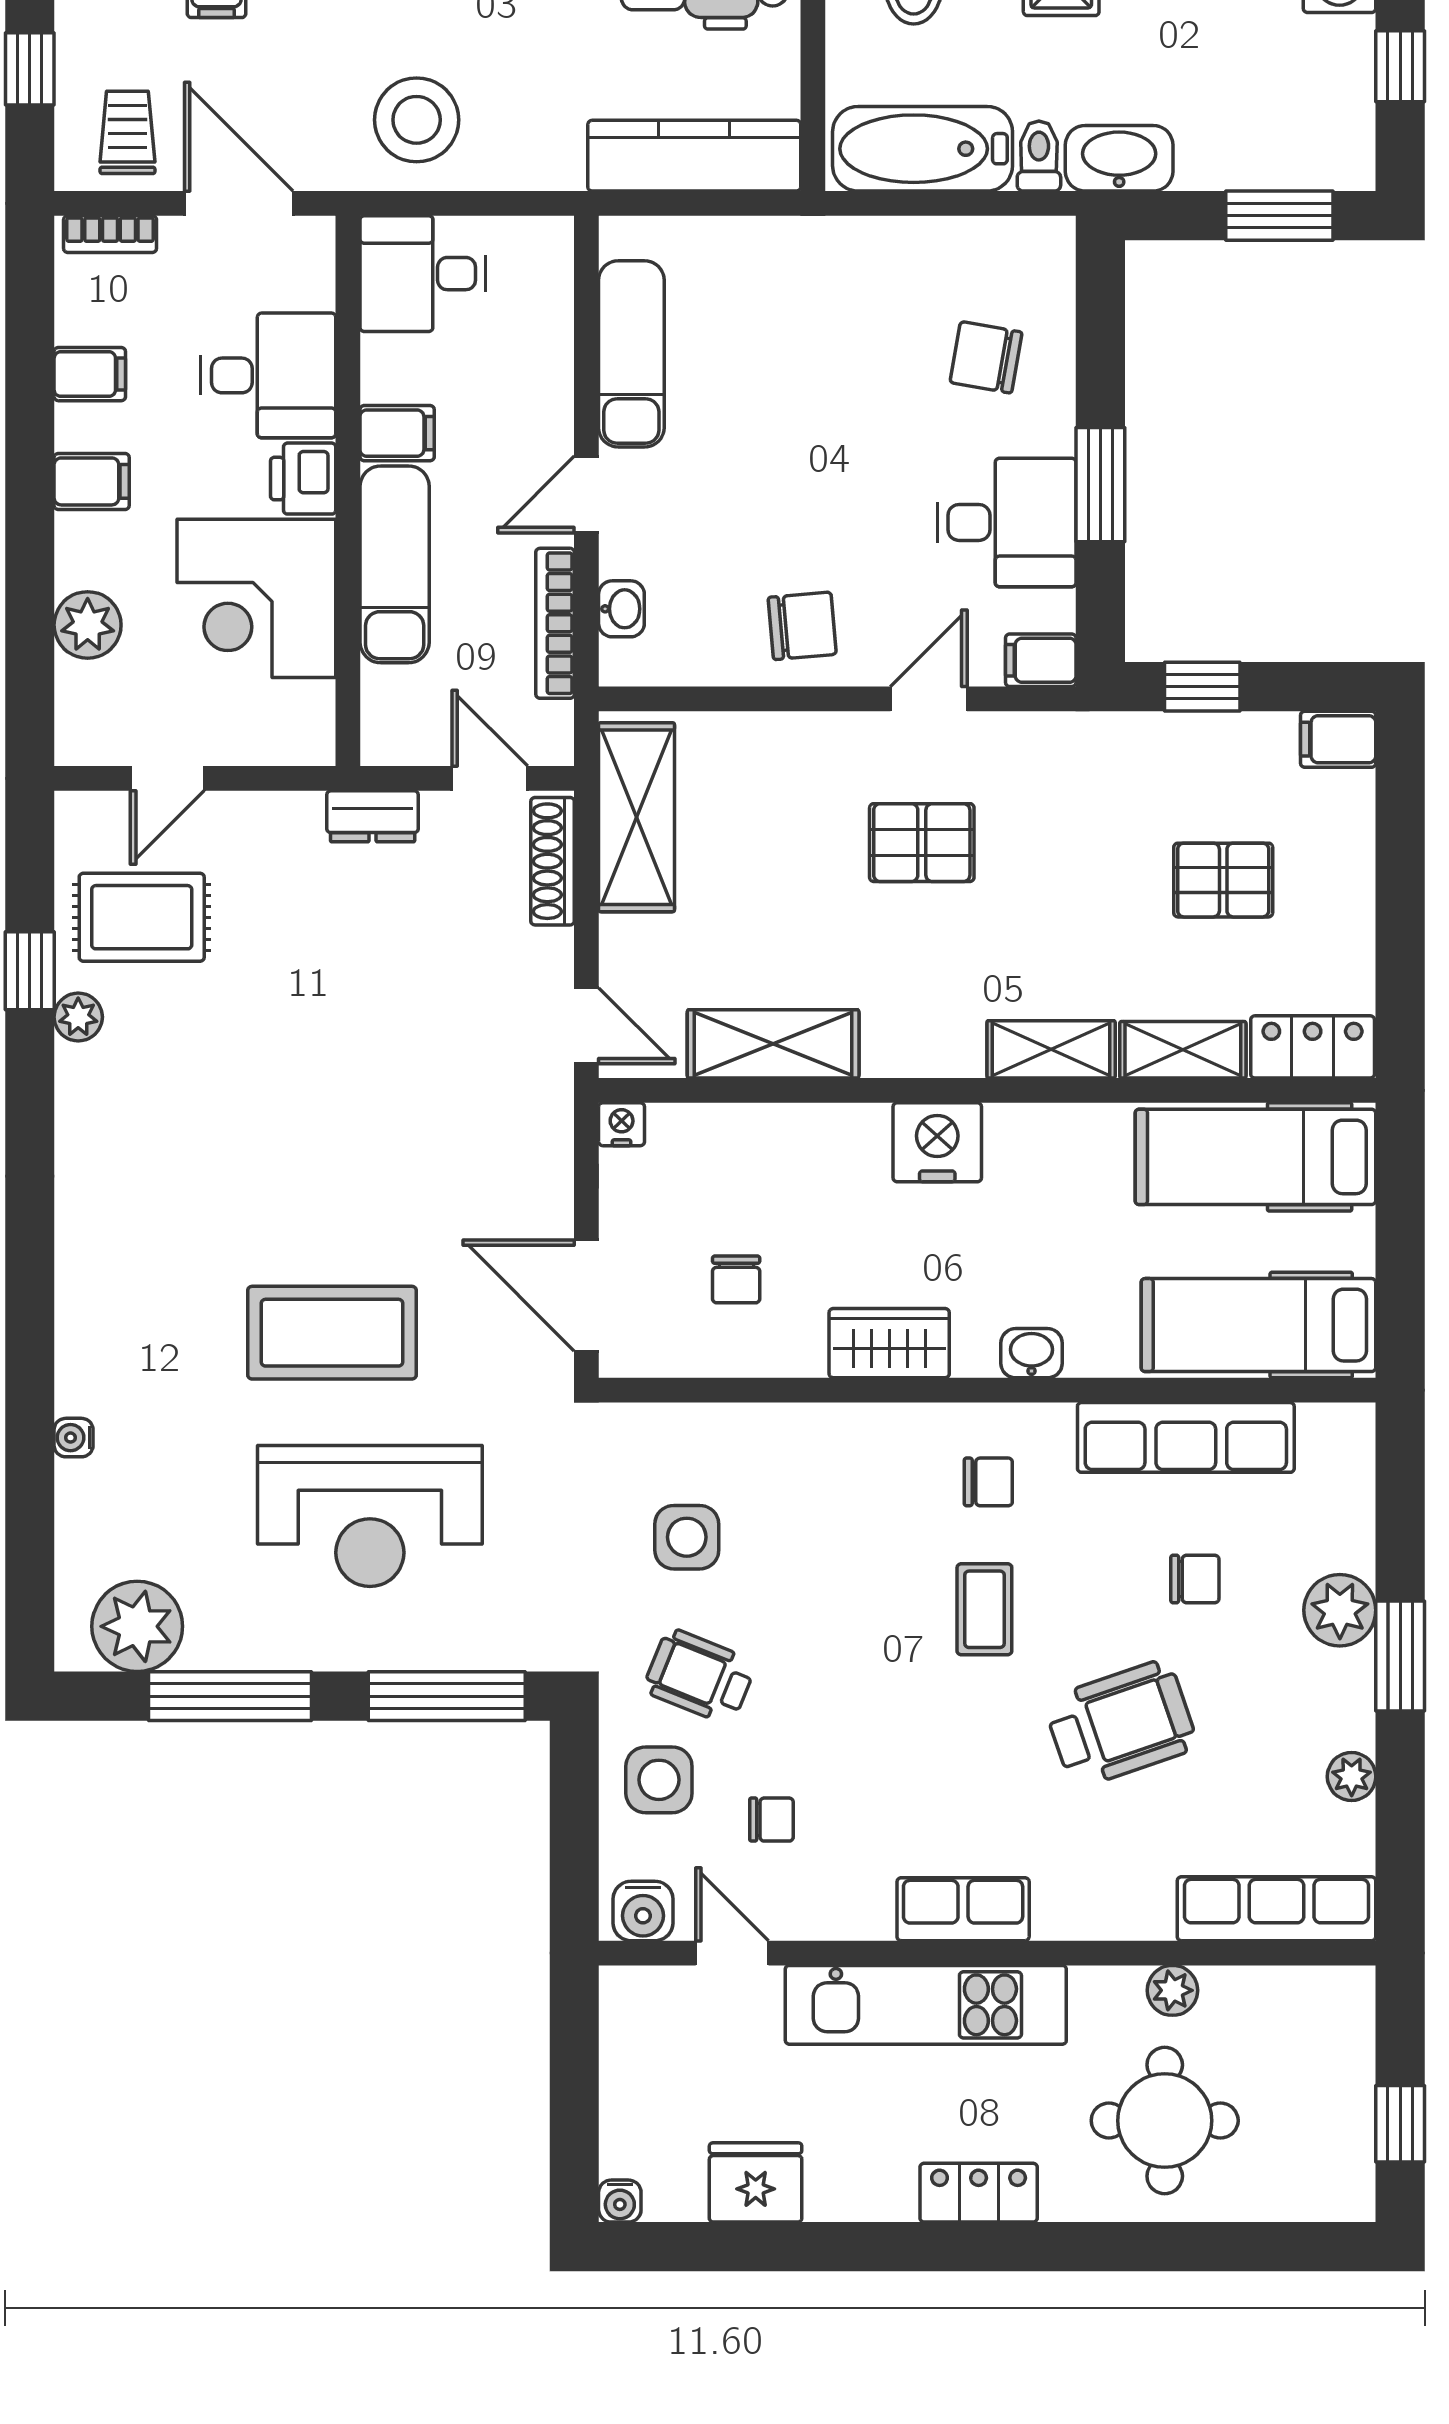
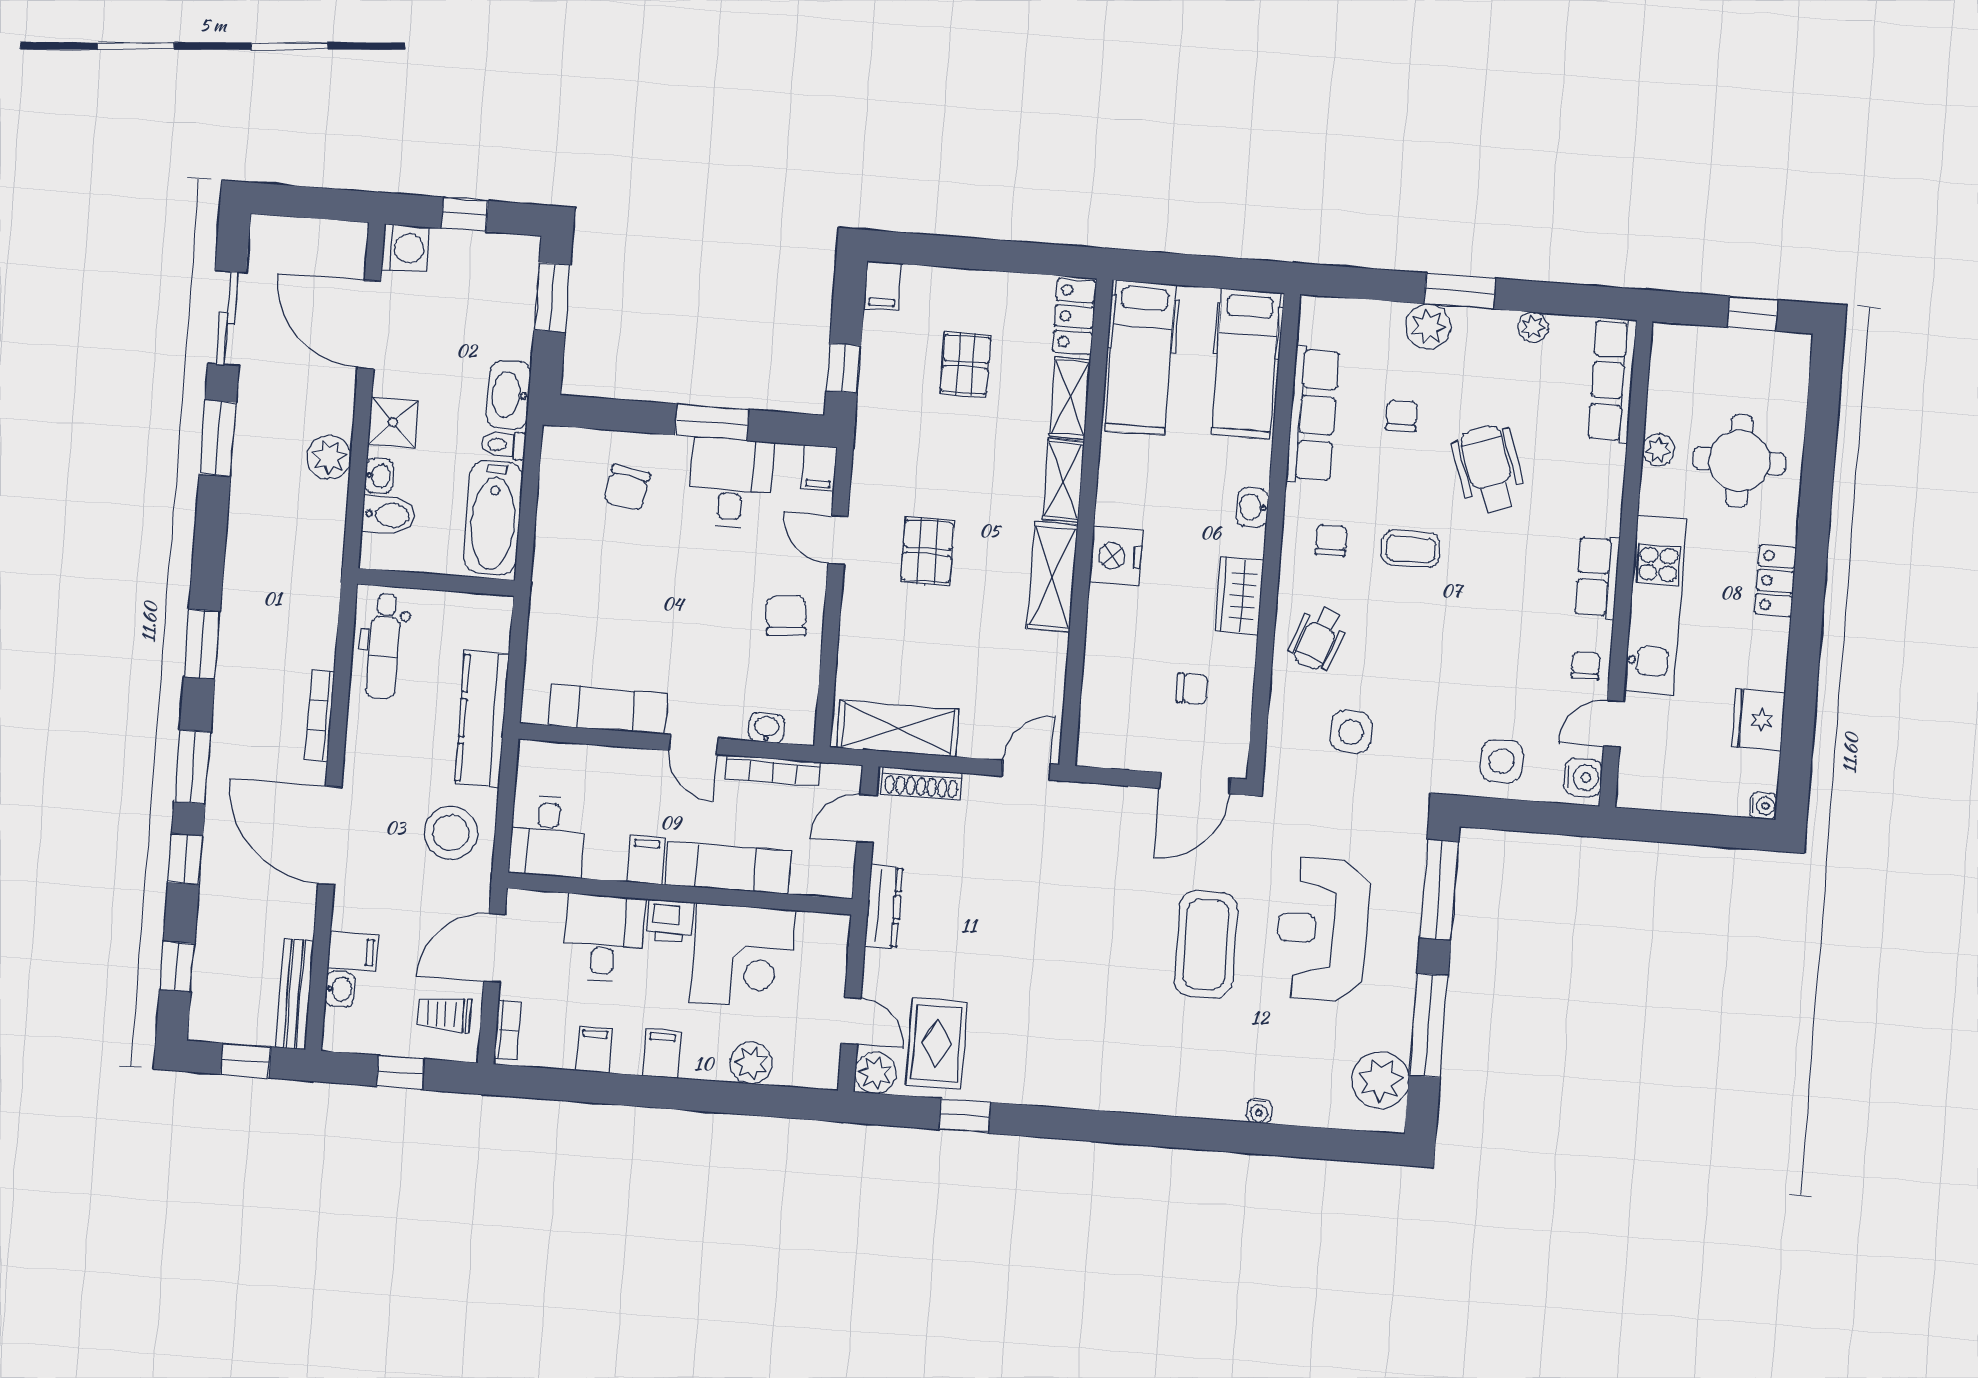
kitchen counter: (694, 156) -> (482, 719), moved
dresser: (373, 816) -> (884, 906), width x1.44
plant: (78, 1017) -> (876, 1073), moved, width x1.38, depth x1.38
shelving: (773, 1044) -> (1052, 577), moved
nightstand: (622, 1124) -> (1089, 753), removed
reception desk: (370, 1516) -> (1322, 929), turned 180
wheelchair: (700, 1676) -> (1319, 638), moved
chair: (771, 1820) -> (1586, 666), moved

